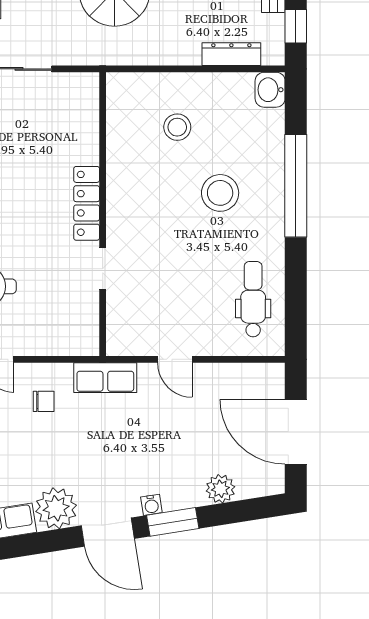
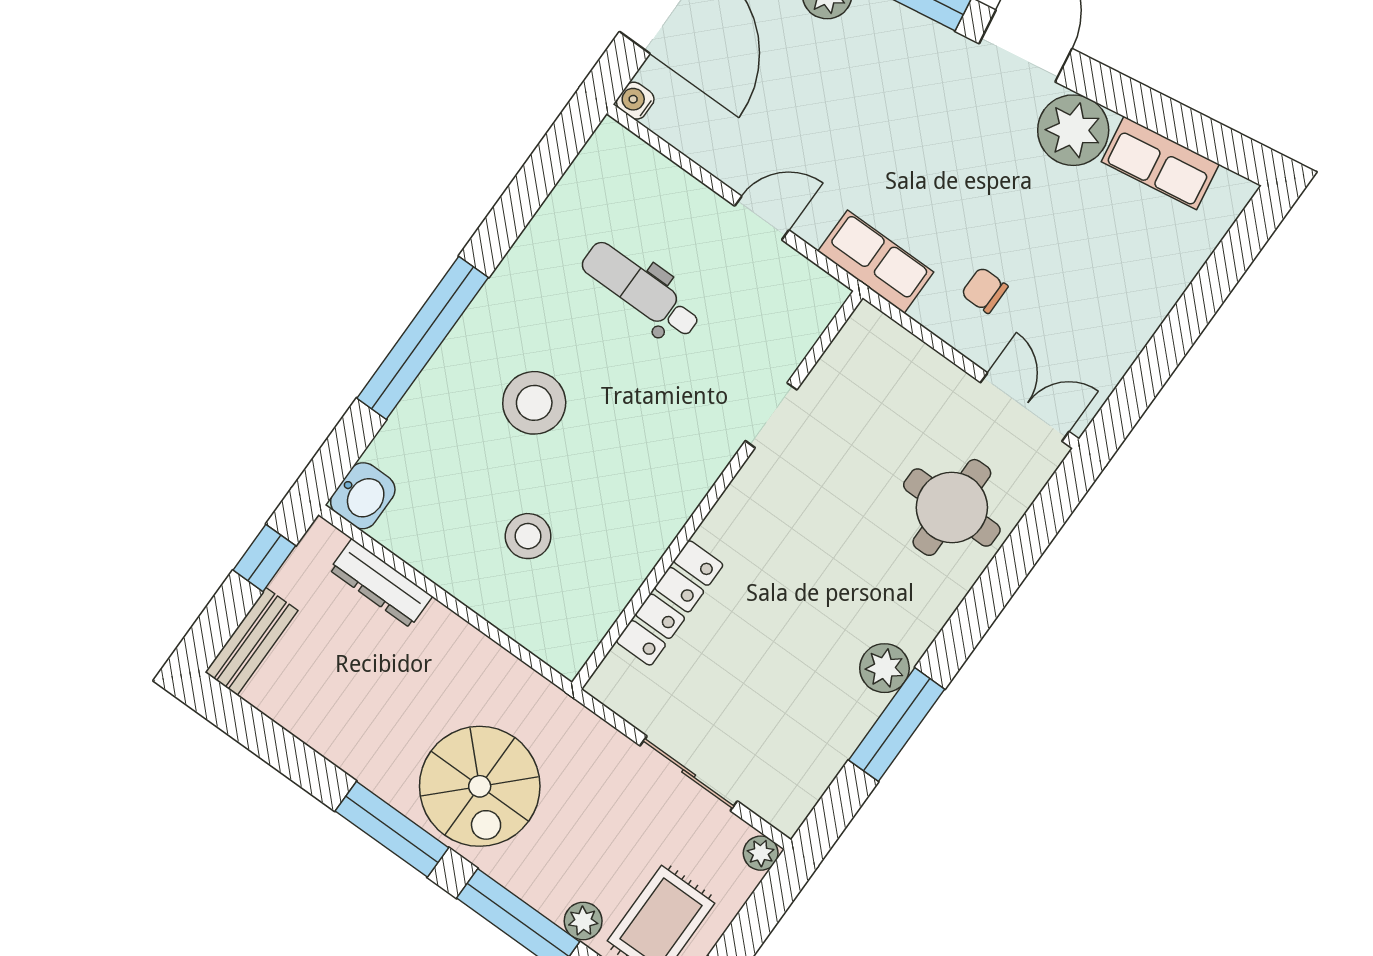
locker: (87, 203) -> (670, 603), moved
dental chair: (253, 299) -> (641, 290), moved, turned 90
door: (175, 359) -> (762, 218), hinge flipped
water cooler: (151, 505) -> (635, 101), moved, turned -81

